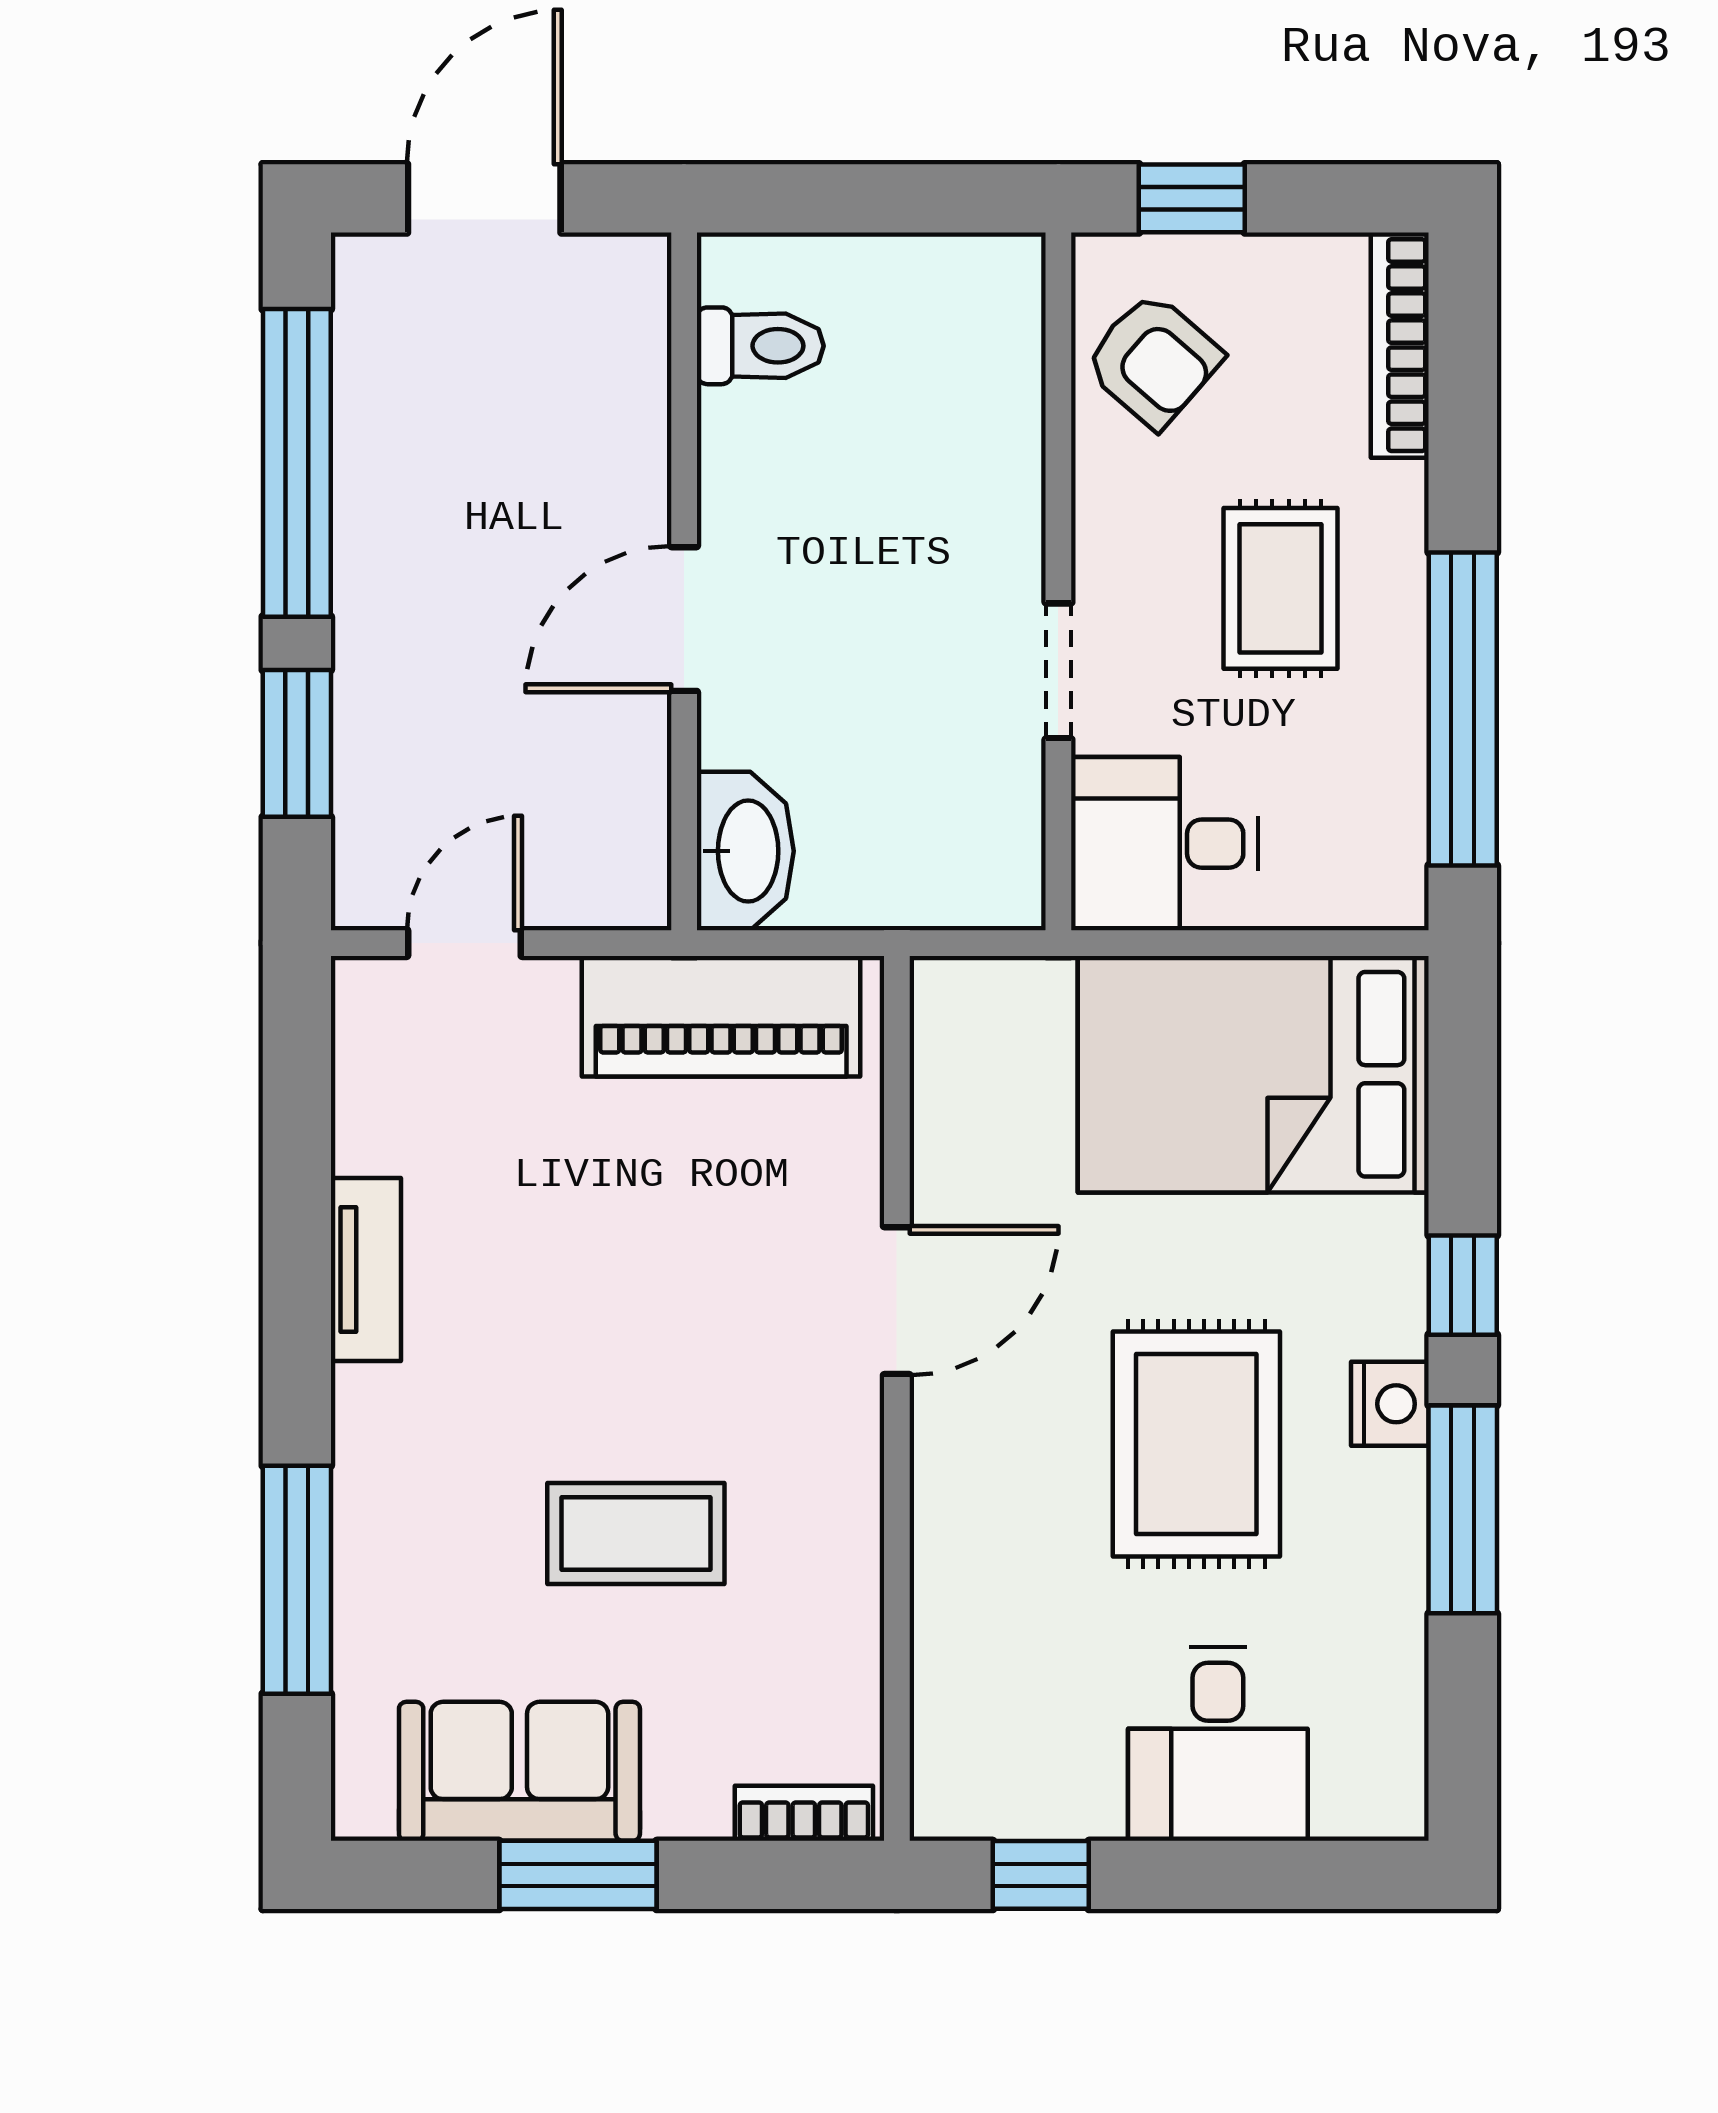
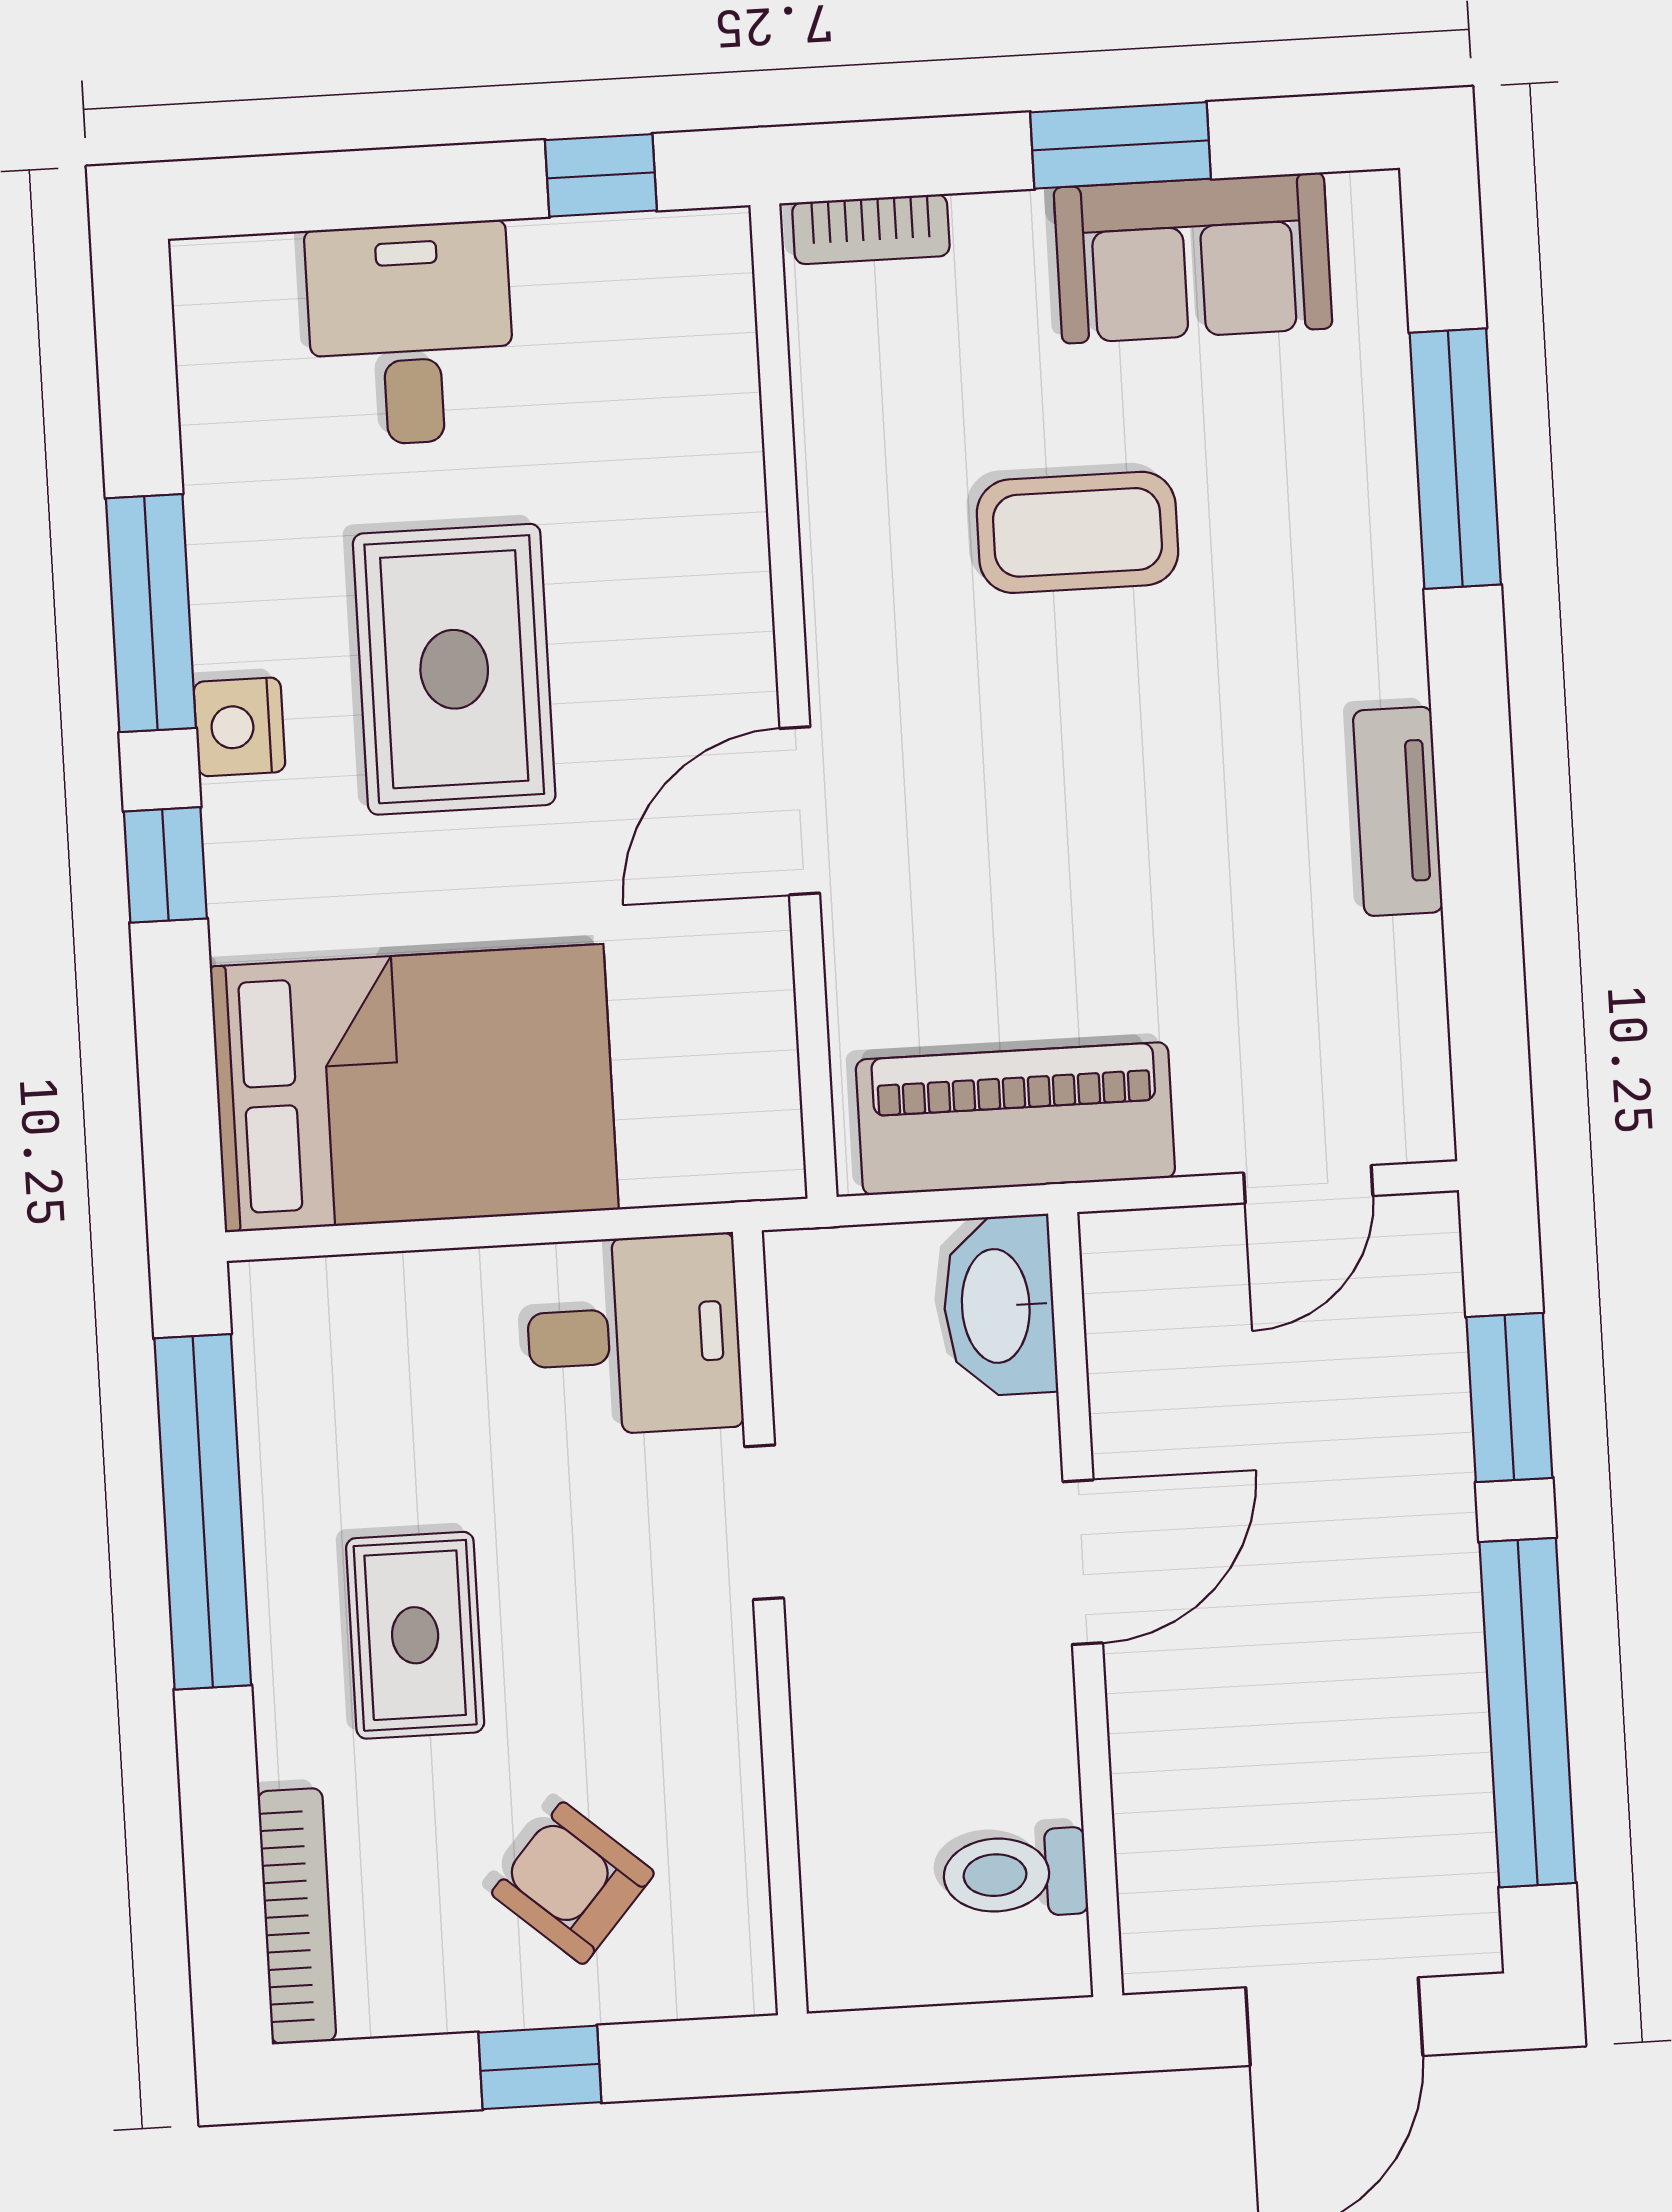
wall: (1058, 581) -> (770, 1623), moved
doorway: (1058, 671) -> (764, 1522), moved
desk: (1165, 844) -> (634, 1335), moved

